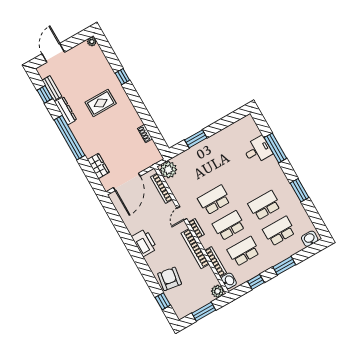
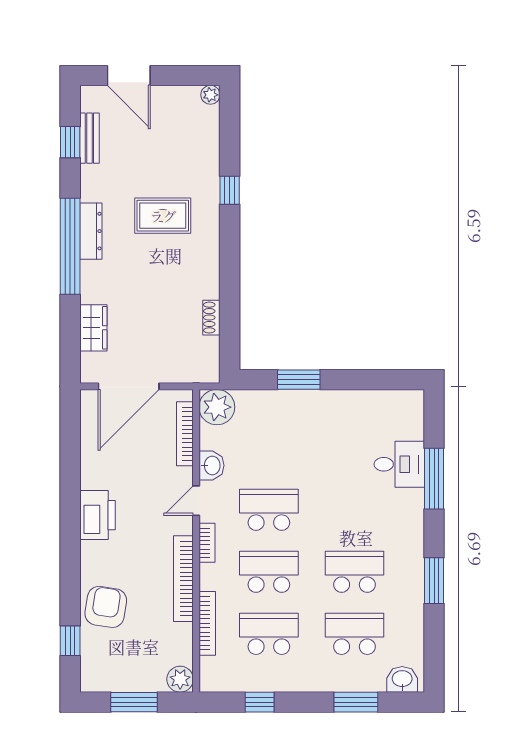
door: (53, 53) -> (129, 75), swing flipped
dresser: (66, 111) -> (91, 231), moved
window: (284, 266) -> (356, 702), moved
washbasin: (229, 281) -> (211, 465), moved

